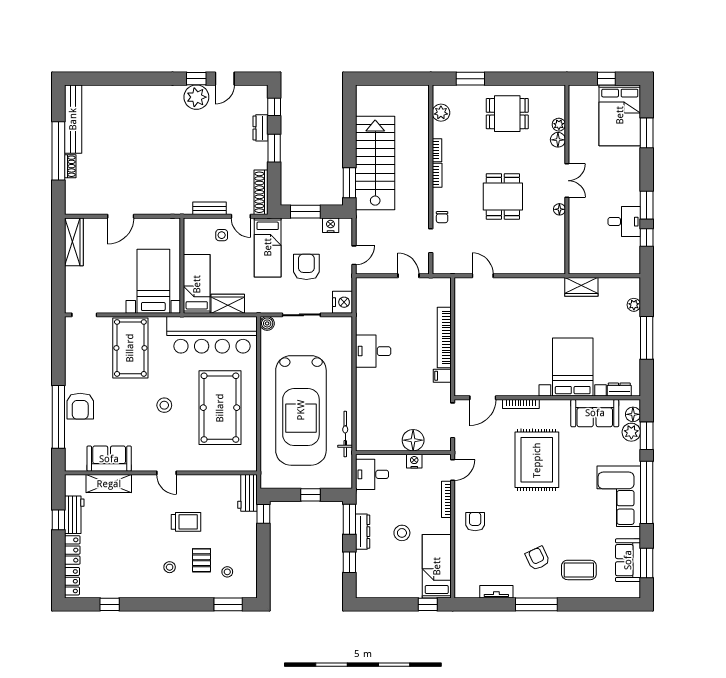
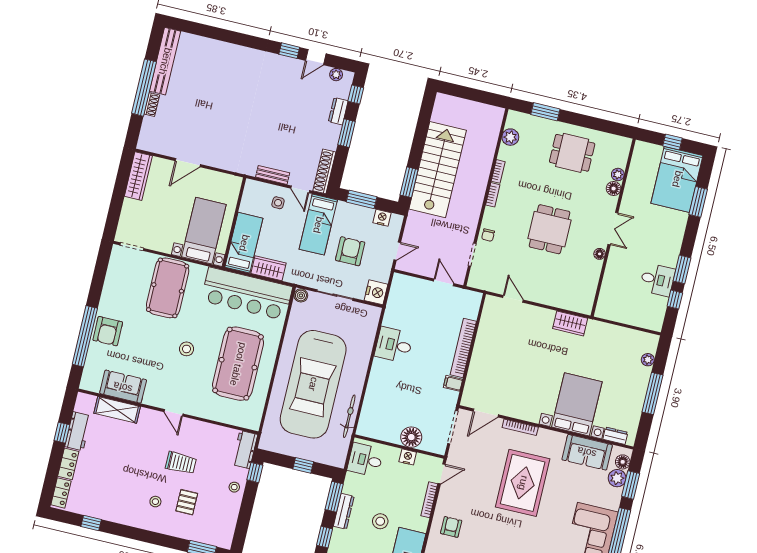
plant: (196, 97) -> (336, 75), moved, width x0.53, depth x0.53
wardrobe: (581, 287) -> (570, 323), moved
stool: (227, 572) -> (234, 487), moved

